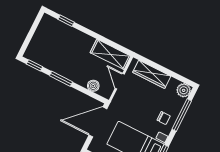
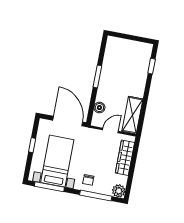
window: (34, 65) -> (103, 49), removed

